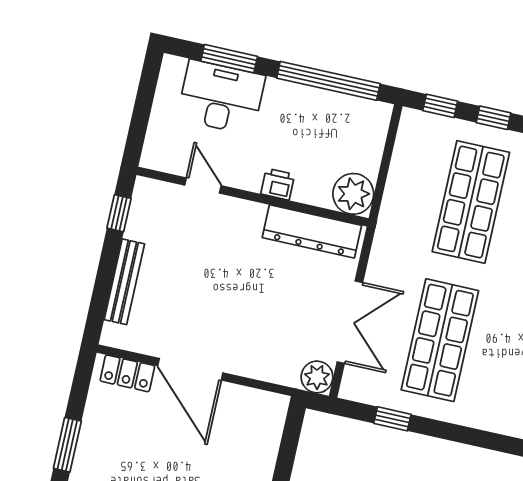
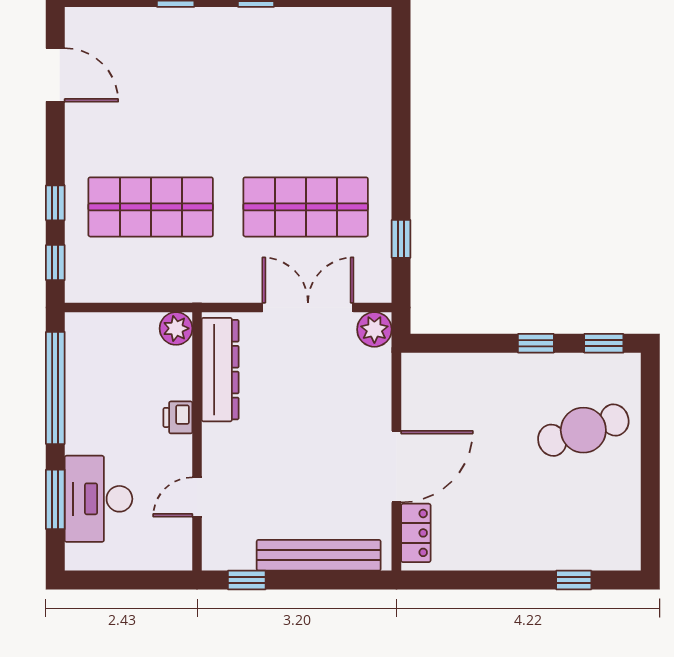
plant: (353, 194) -> (176, 328), width x0.73, depth x0.73
bench: (124, 282) -> (319, 555), width x1.37, depth x1.21
window: (67, 445) -> (506, 580), removed

